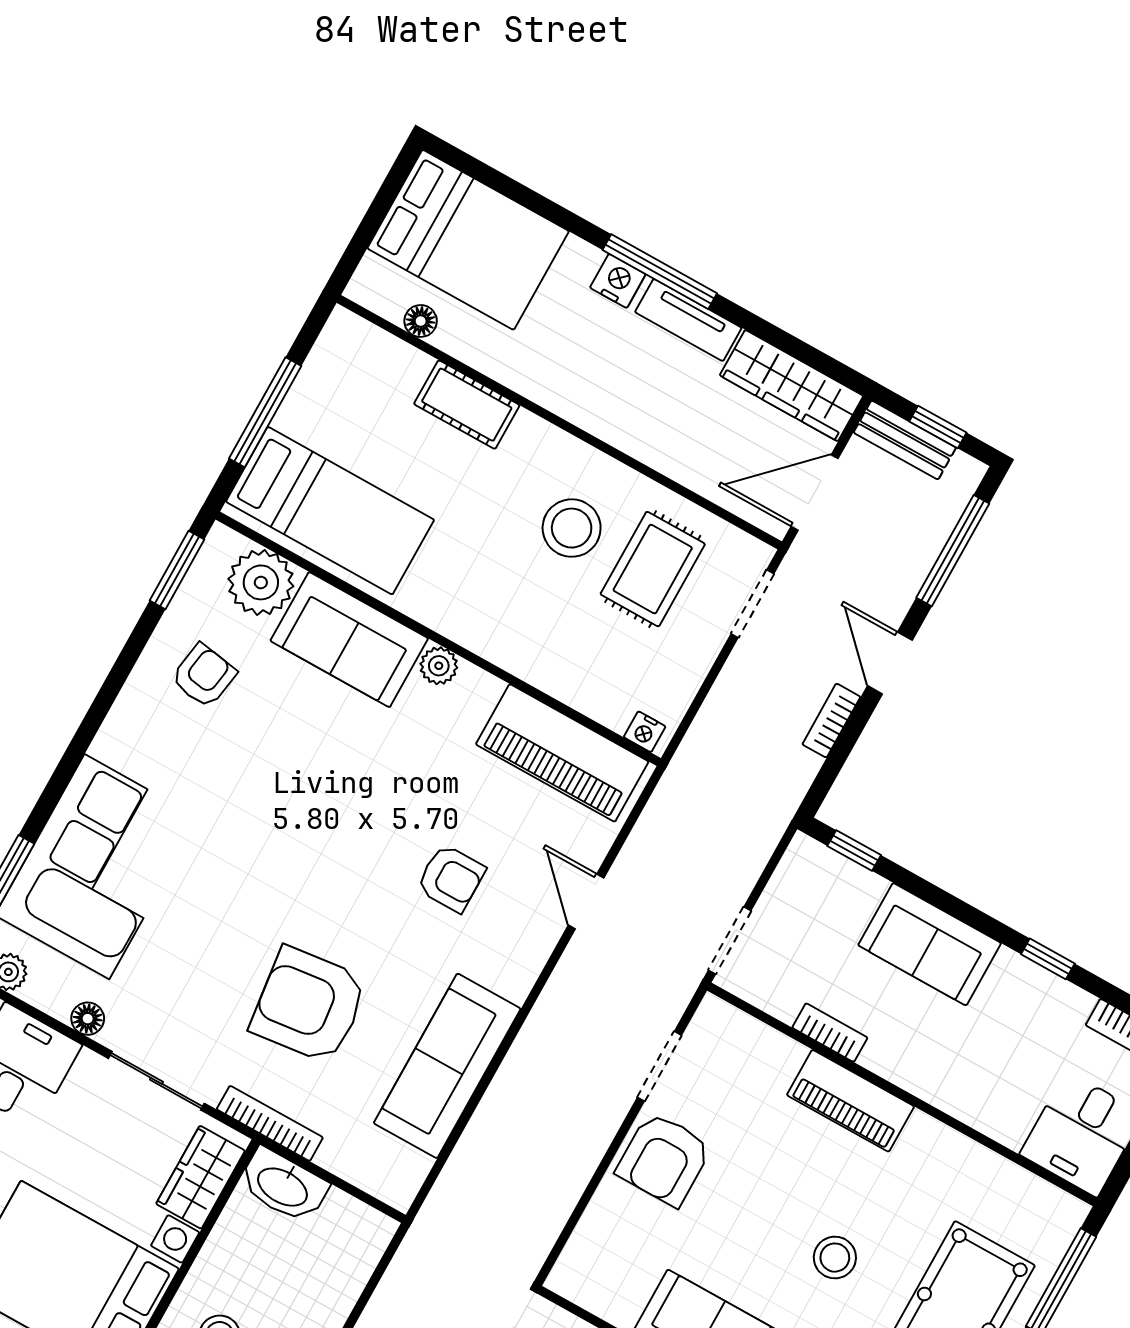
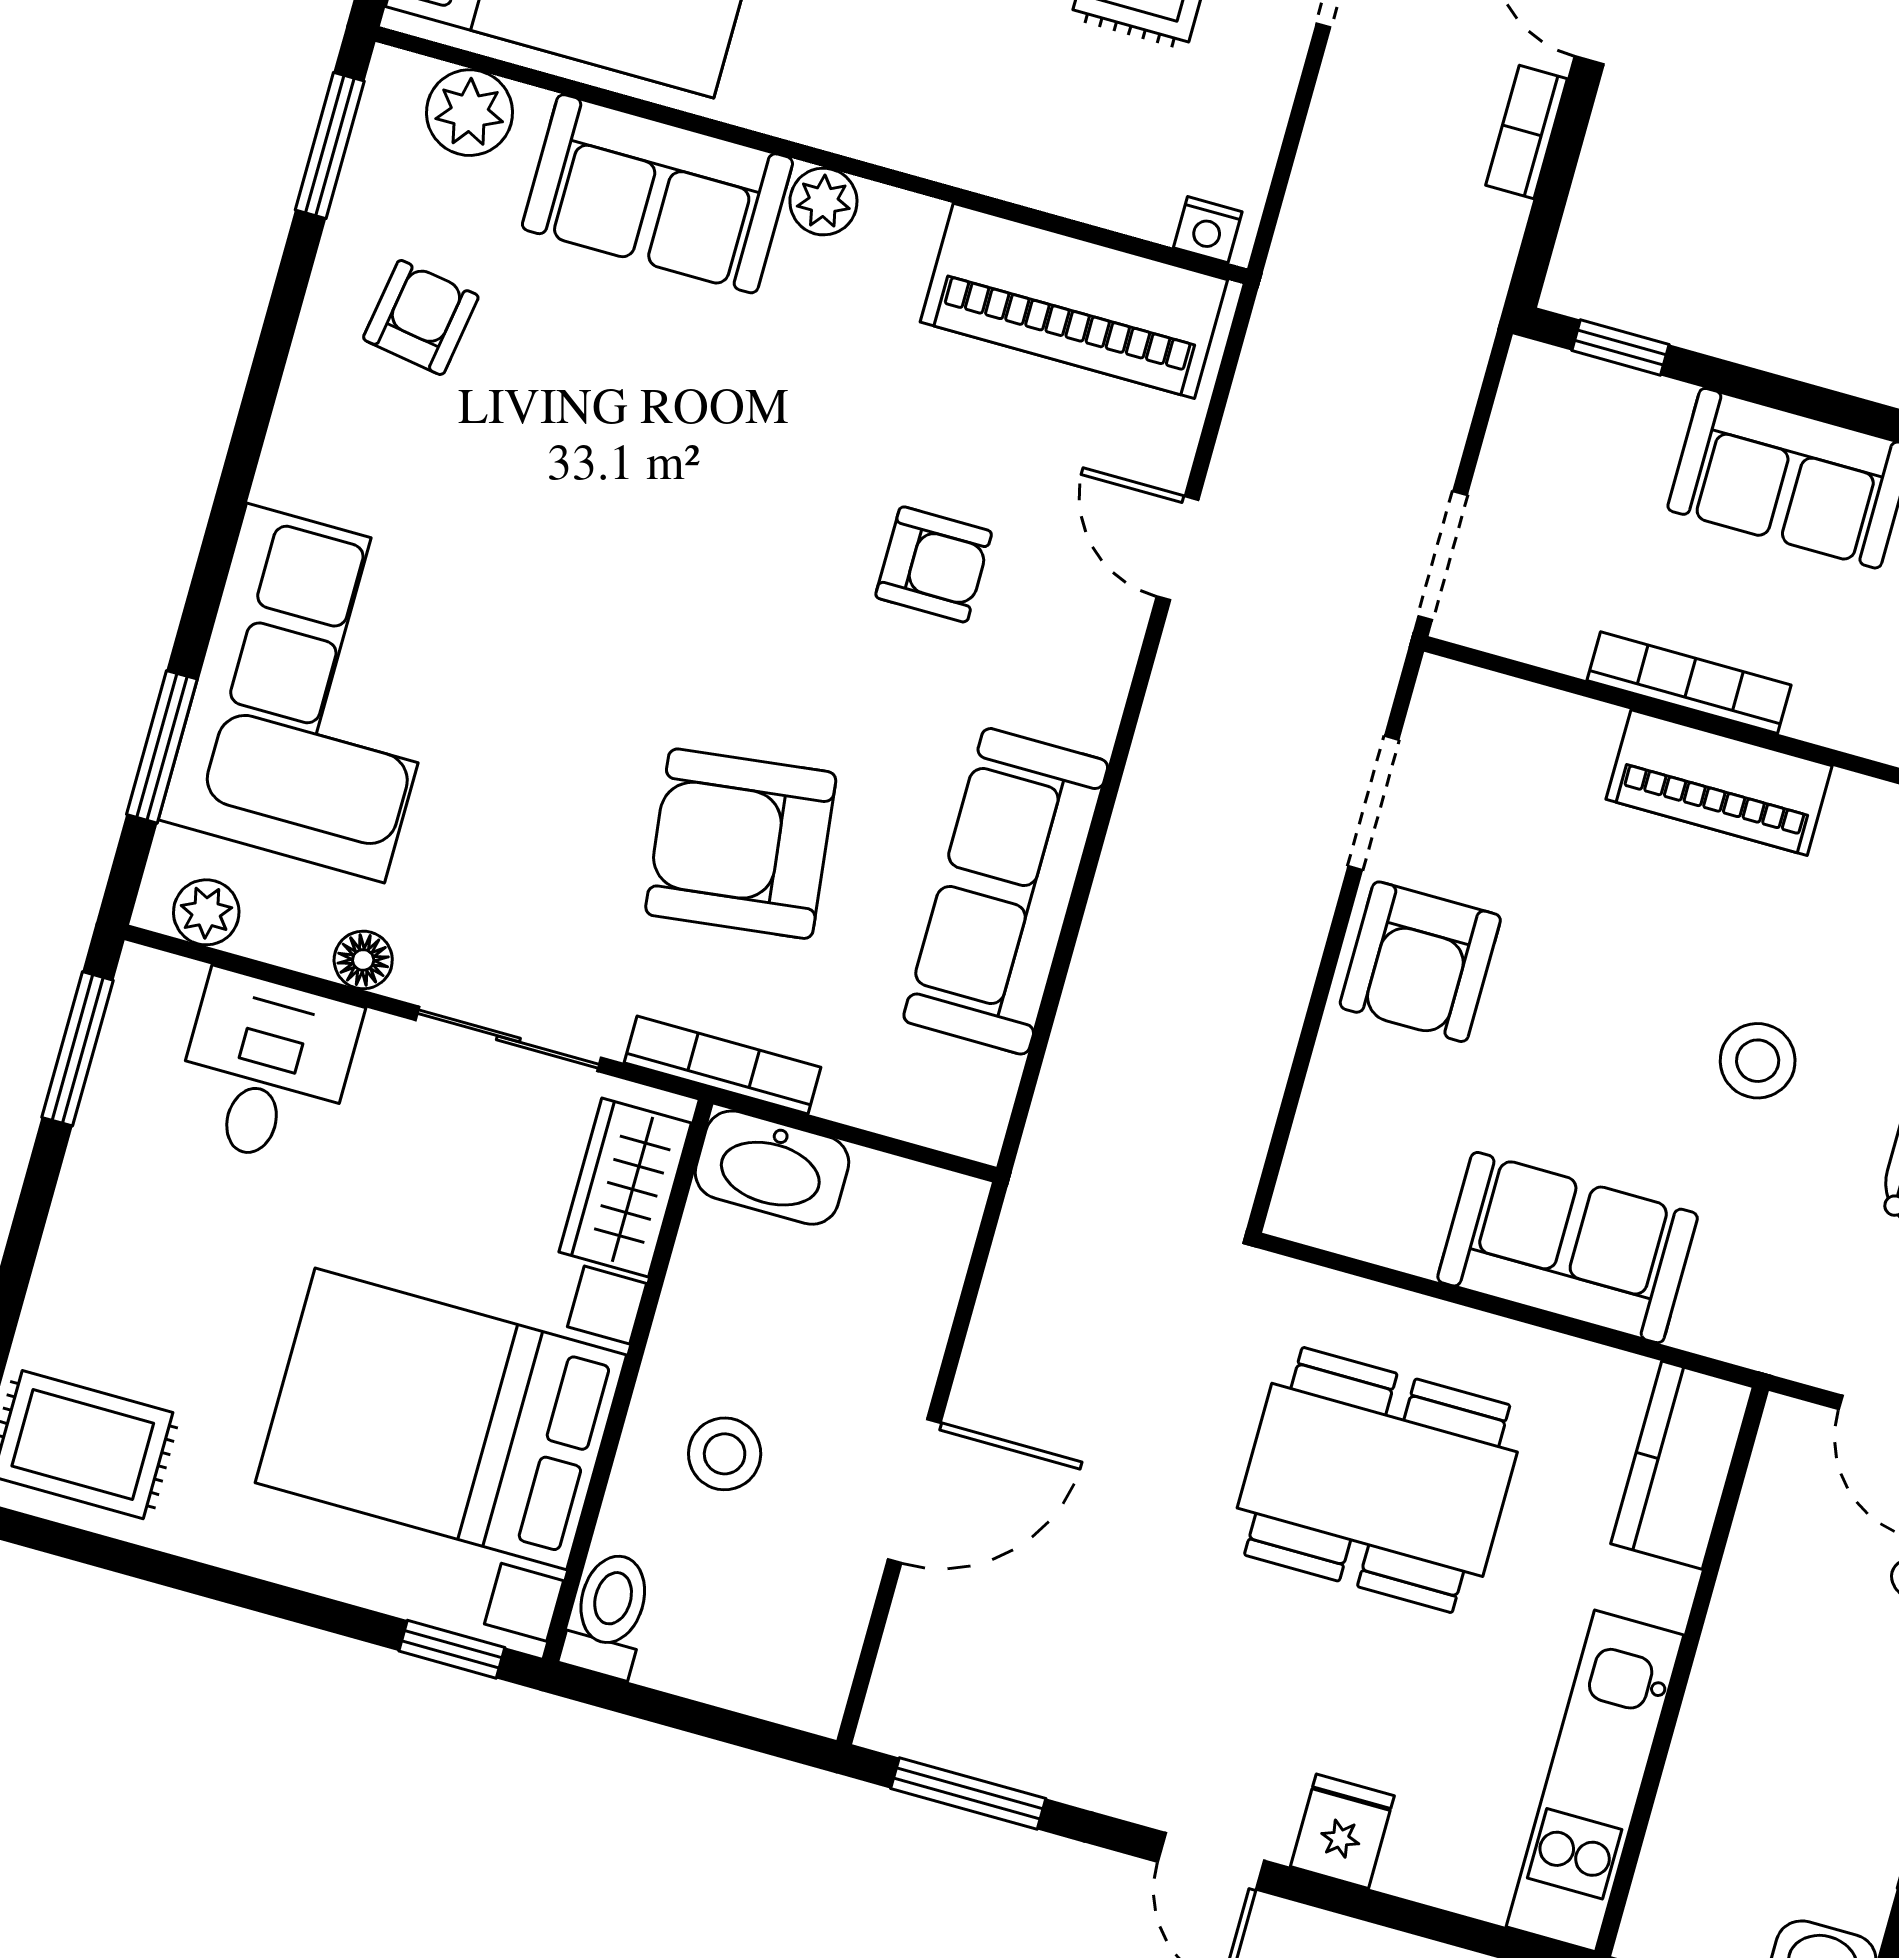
plant: (261, 582) -> (470, 113), width x0.73, depth x0.73
bookcase: (830, 1033) -> (1689, 683), width x1.56

